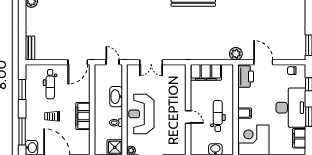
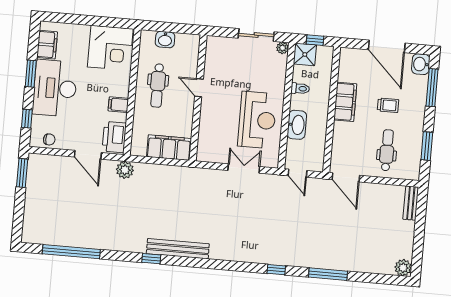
door: (78, 62) -> (346, 177), swing flipped
filing cabinet: (245, 113) -> (118, 105), moved
reception desk: (141, 114) -> (257, 120), moved

